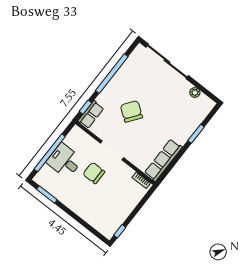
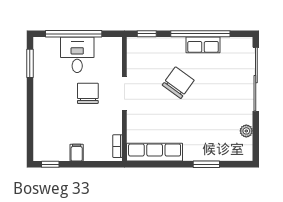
row of seats: (91, 115) -> (203, 45), moved
filing cabinet: (125, 209) -> (77, 153), added

